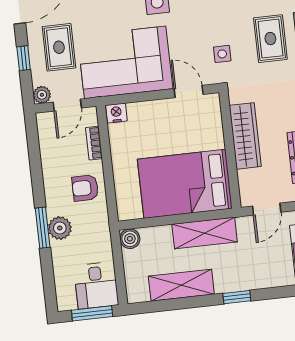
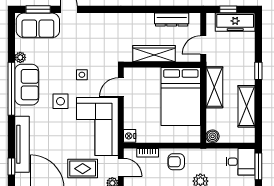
rug: (270, 39) -> (92, 30), removed
side table: (222, 54) -> (82, 75), moved
armchair: (85, 188) -> (176, 162), turned 90
door: (267, 209) -> (203, 45), swing flipped

